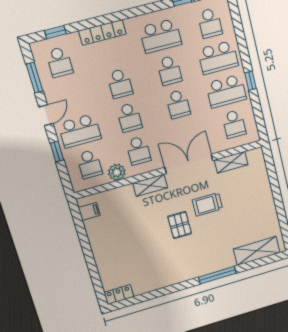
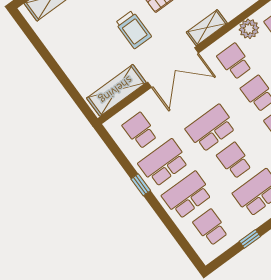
school desk: (178, 104) -> (211, 128), width x1.85
shelving: (231, 162) -> (116, 90), width x1.50, depth x1.33
trolley: (207, 204) -> (133, 30), turned 90

